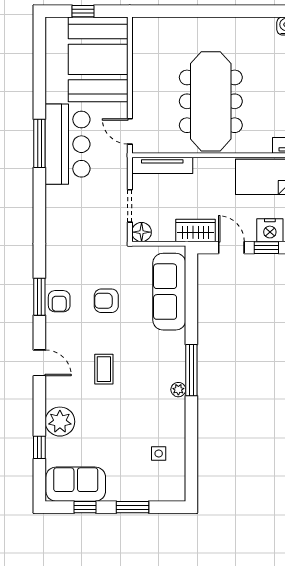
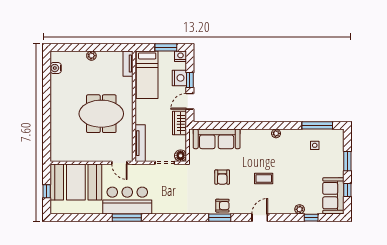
meeting table: (211, 101) -> (101, 114), width x0.73
door: (130, 131) -> (119, 163), hinge flipped
window: (191, 370) -> (317, 125), moved
plant: (60, 422) -> (300, 209), width x0.53, depth x0.53

